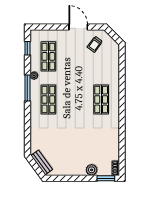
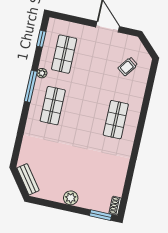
trolley: (95, 44) -> (128, 67), moved
plant: (92, 170) -> (71, 198), moved

